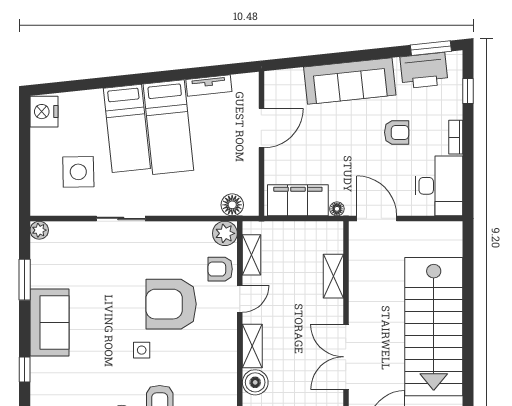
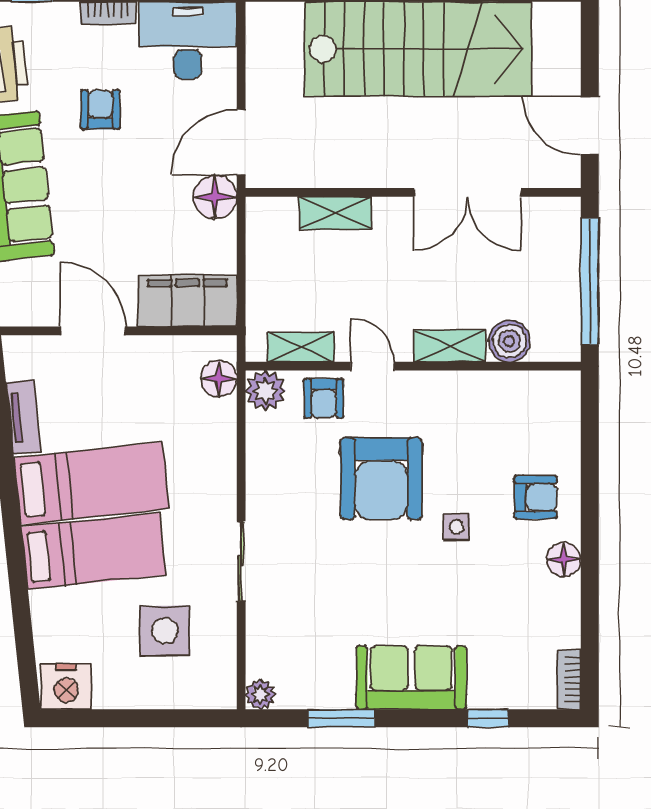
filing cabinet: (298, 200) -> (187, 301), moved, turned 90
floor lamp: (337, 209) -> (215, 197), width x1.89, depth x1.89

